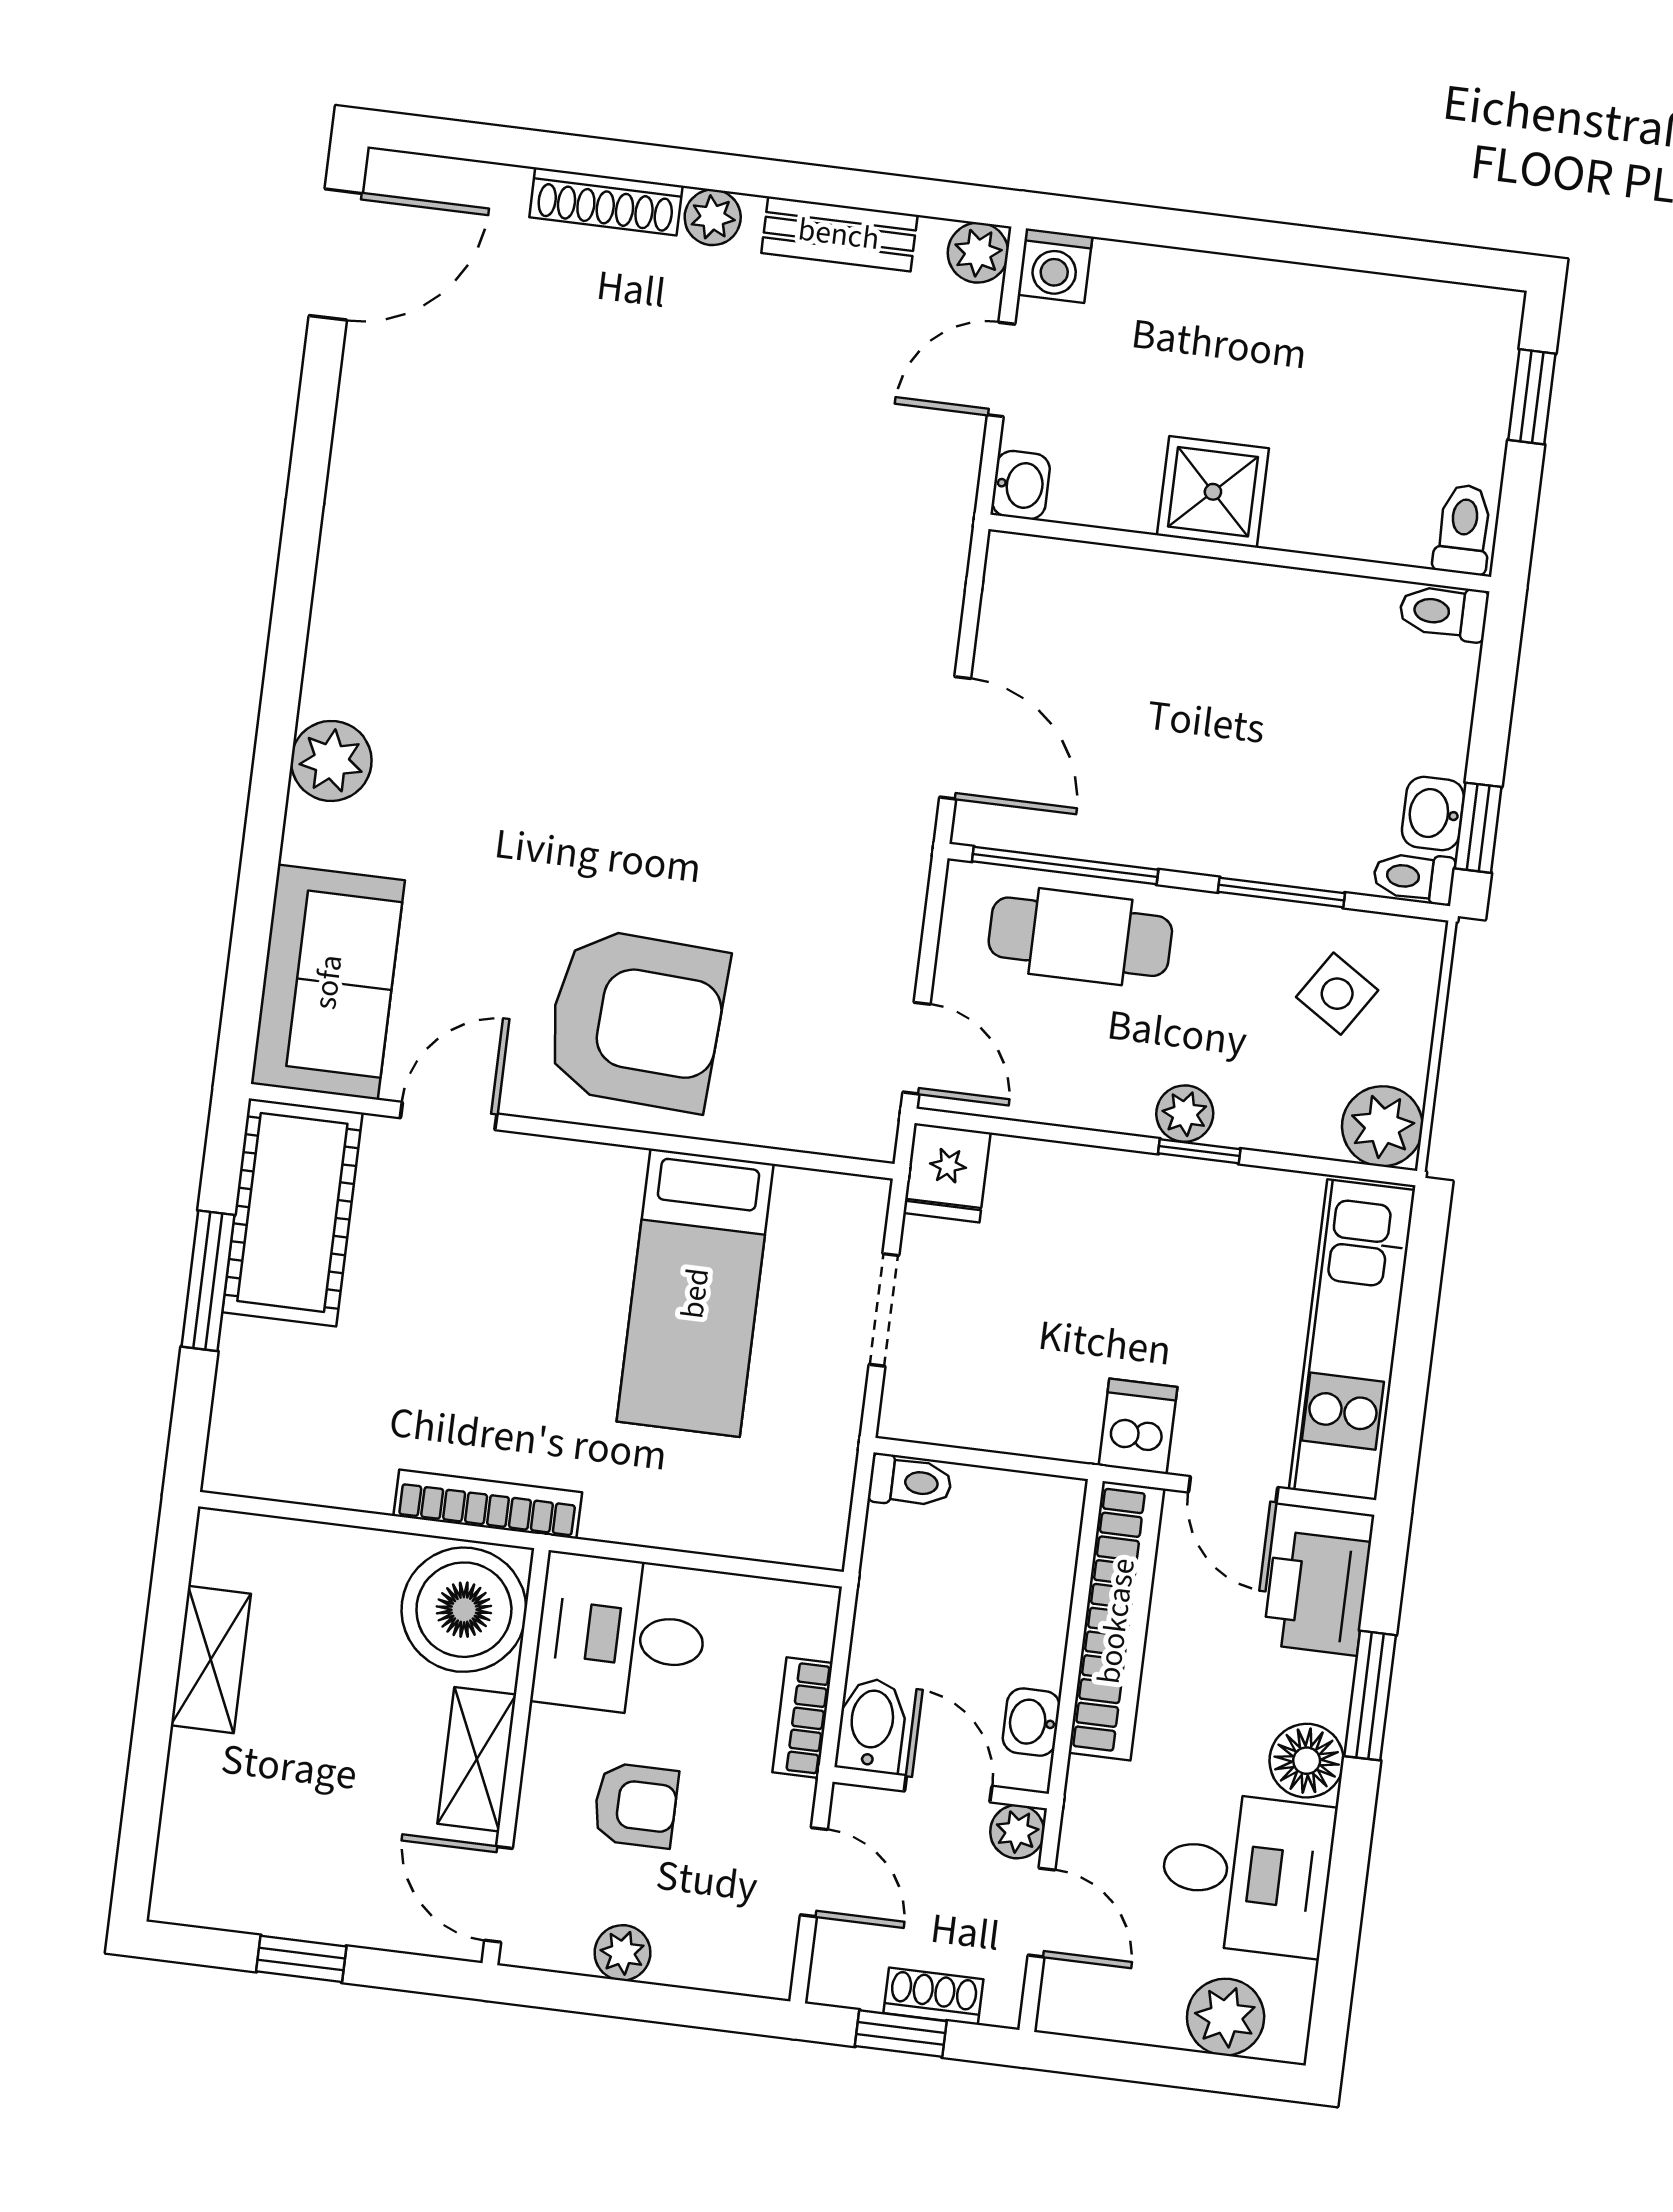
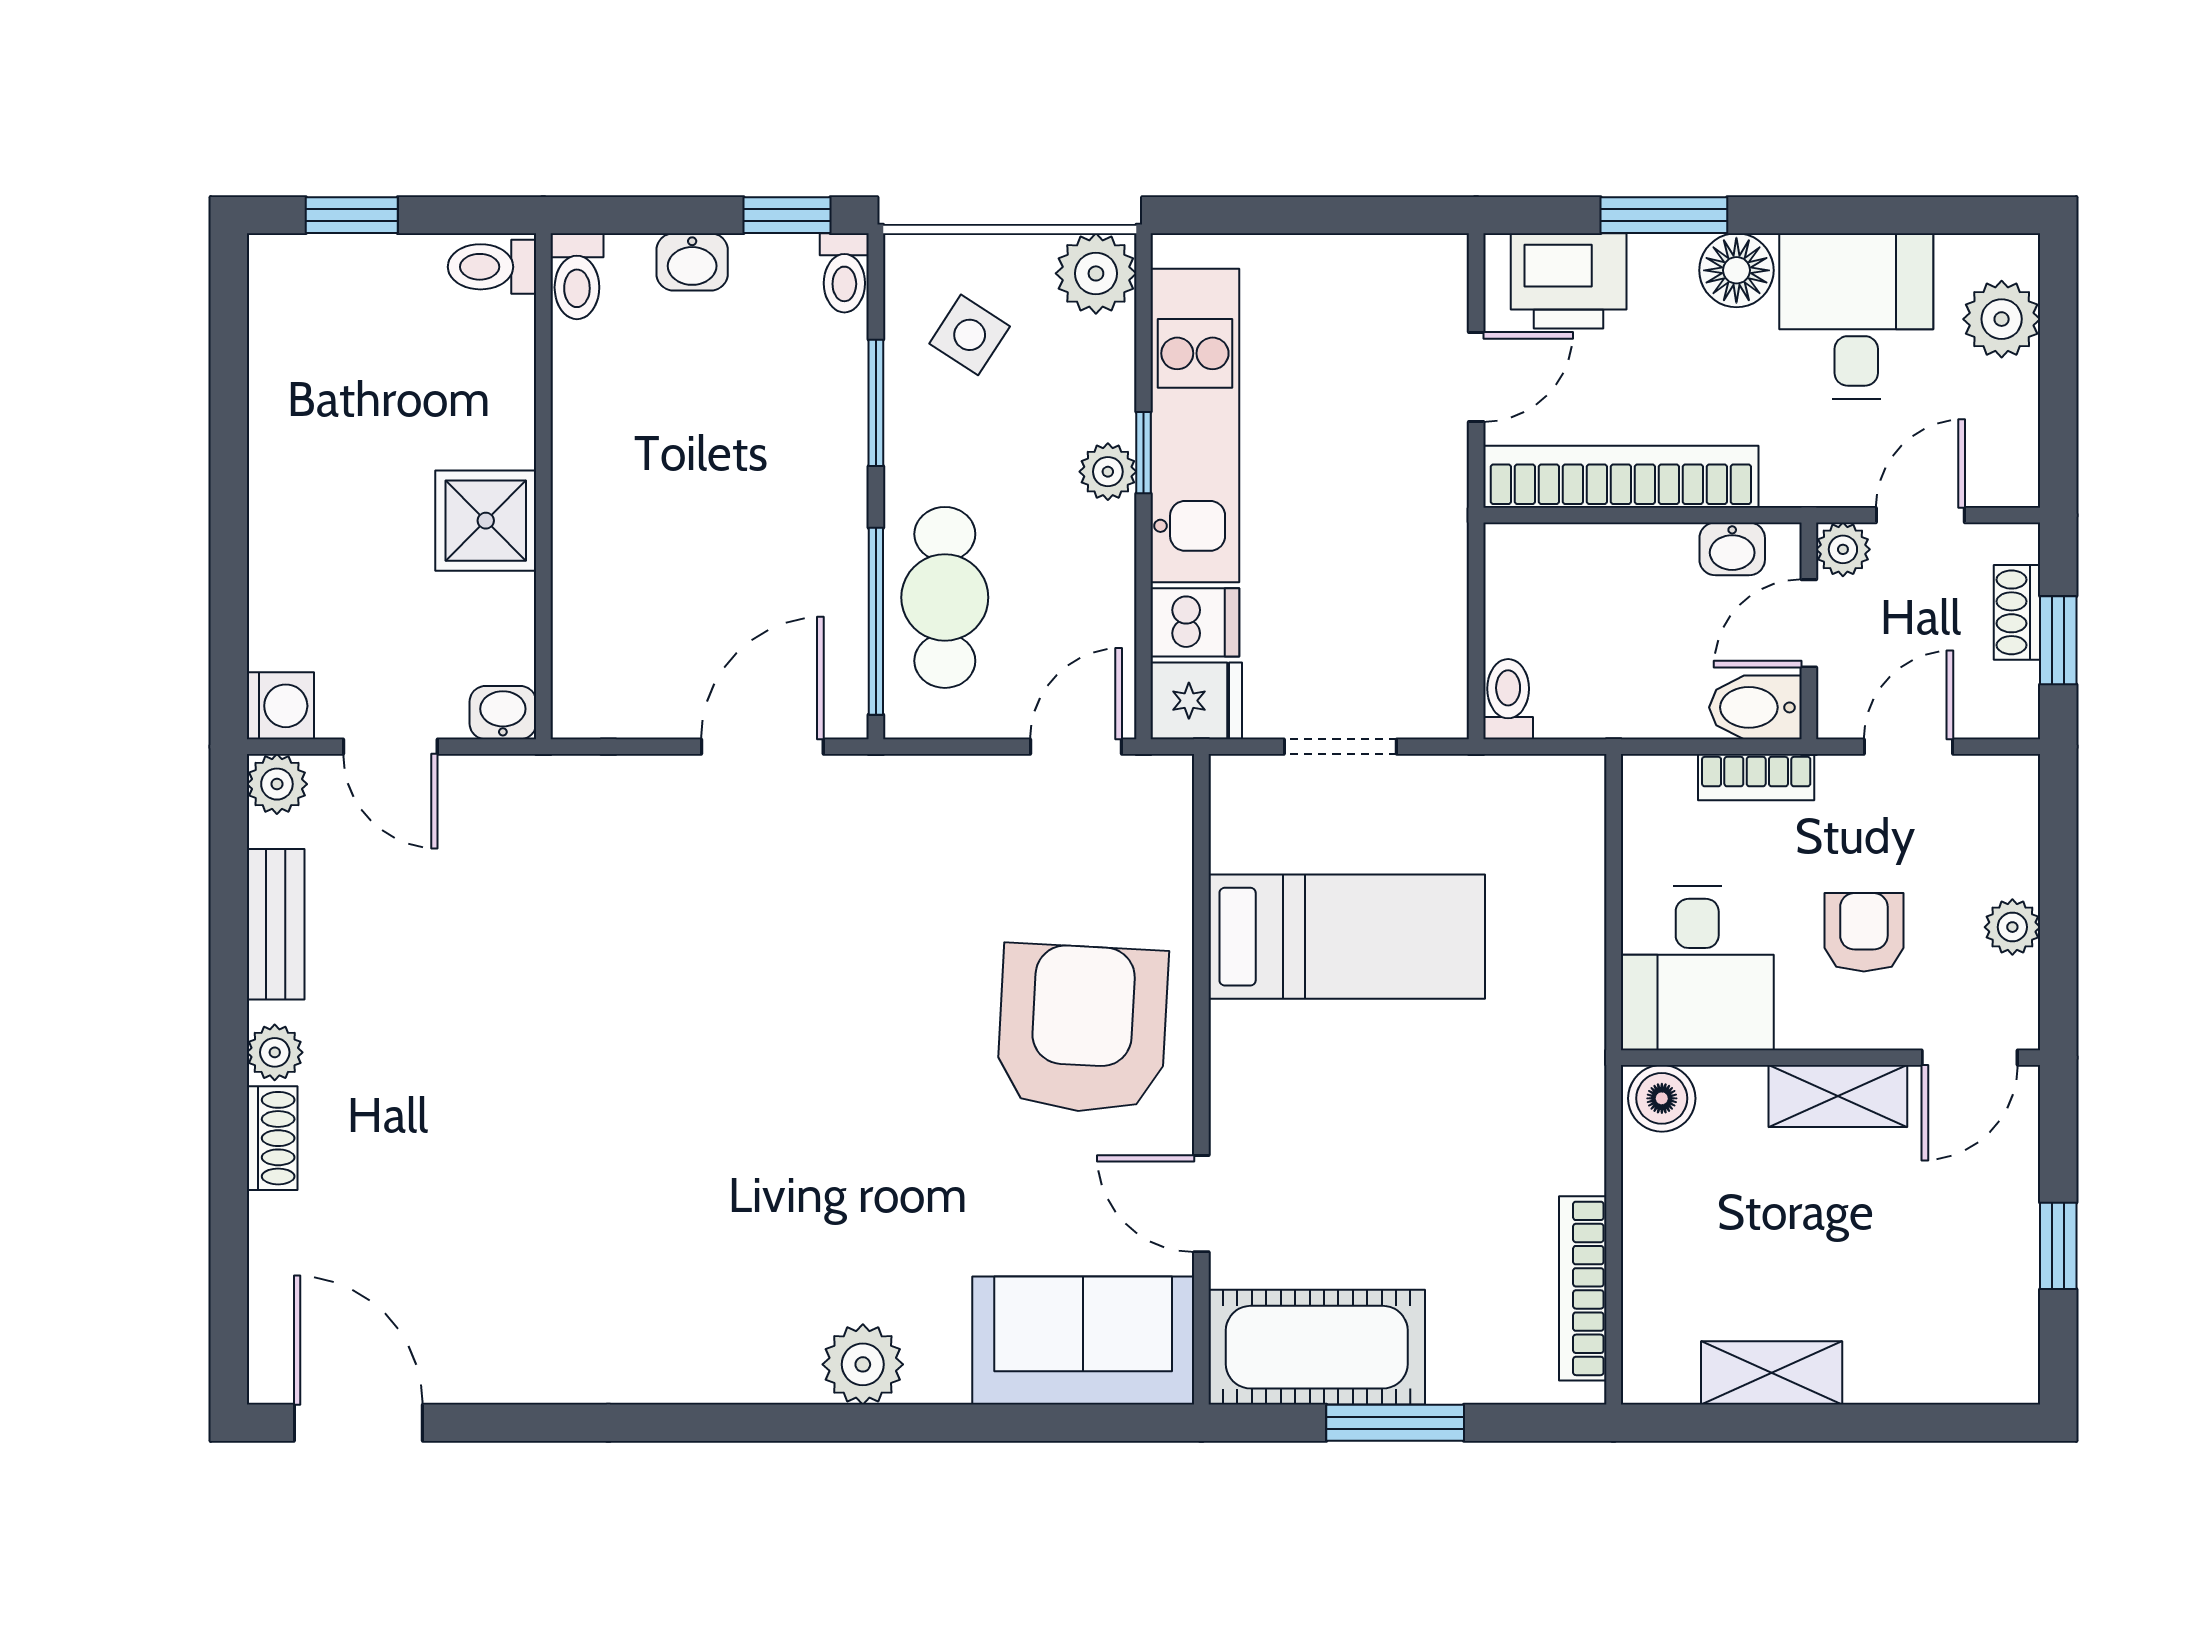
shoe rack: (606, 201) -> (272, 1138), width x0.70
washbasin: (1433, 814) -> (692, 262), moved
kitchen unit: (1352, 1340) -> (1195, 426), moved, turned -90
dishwasher: (1138, 1426) -> (1195, 622), moved, turned 180
bookcase: (488, 1504) -> (1583, 1288), moved
boiler: (464, 1610) -> (1662, 1098), width x0.54, depth x0.54

